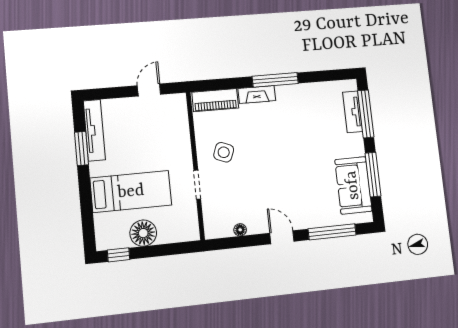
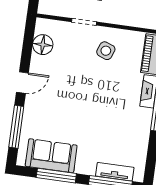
floor lamp: (240, 230) -> (43, 45), width x1.89, depth x1.89

